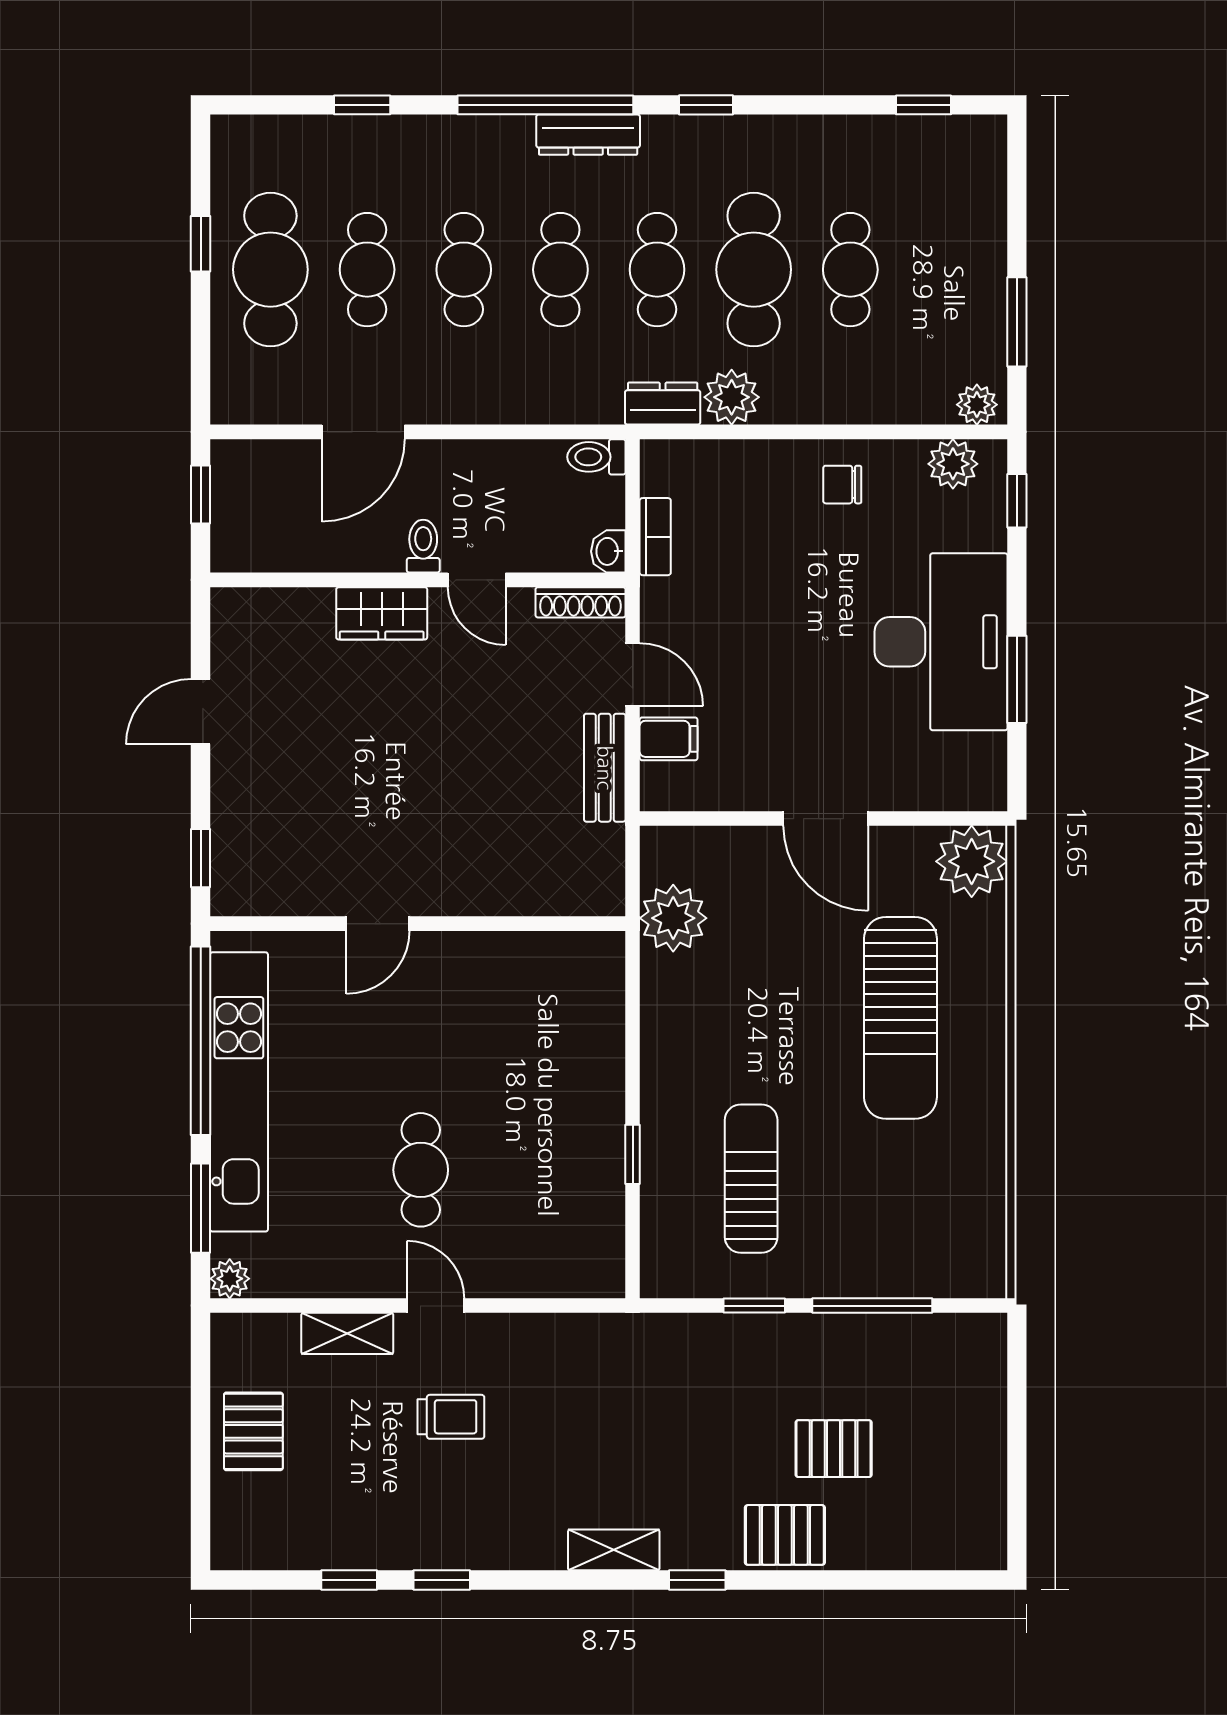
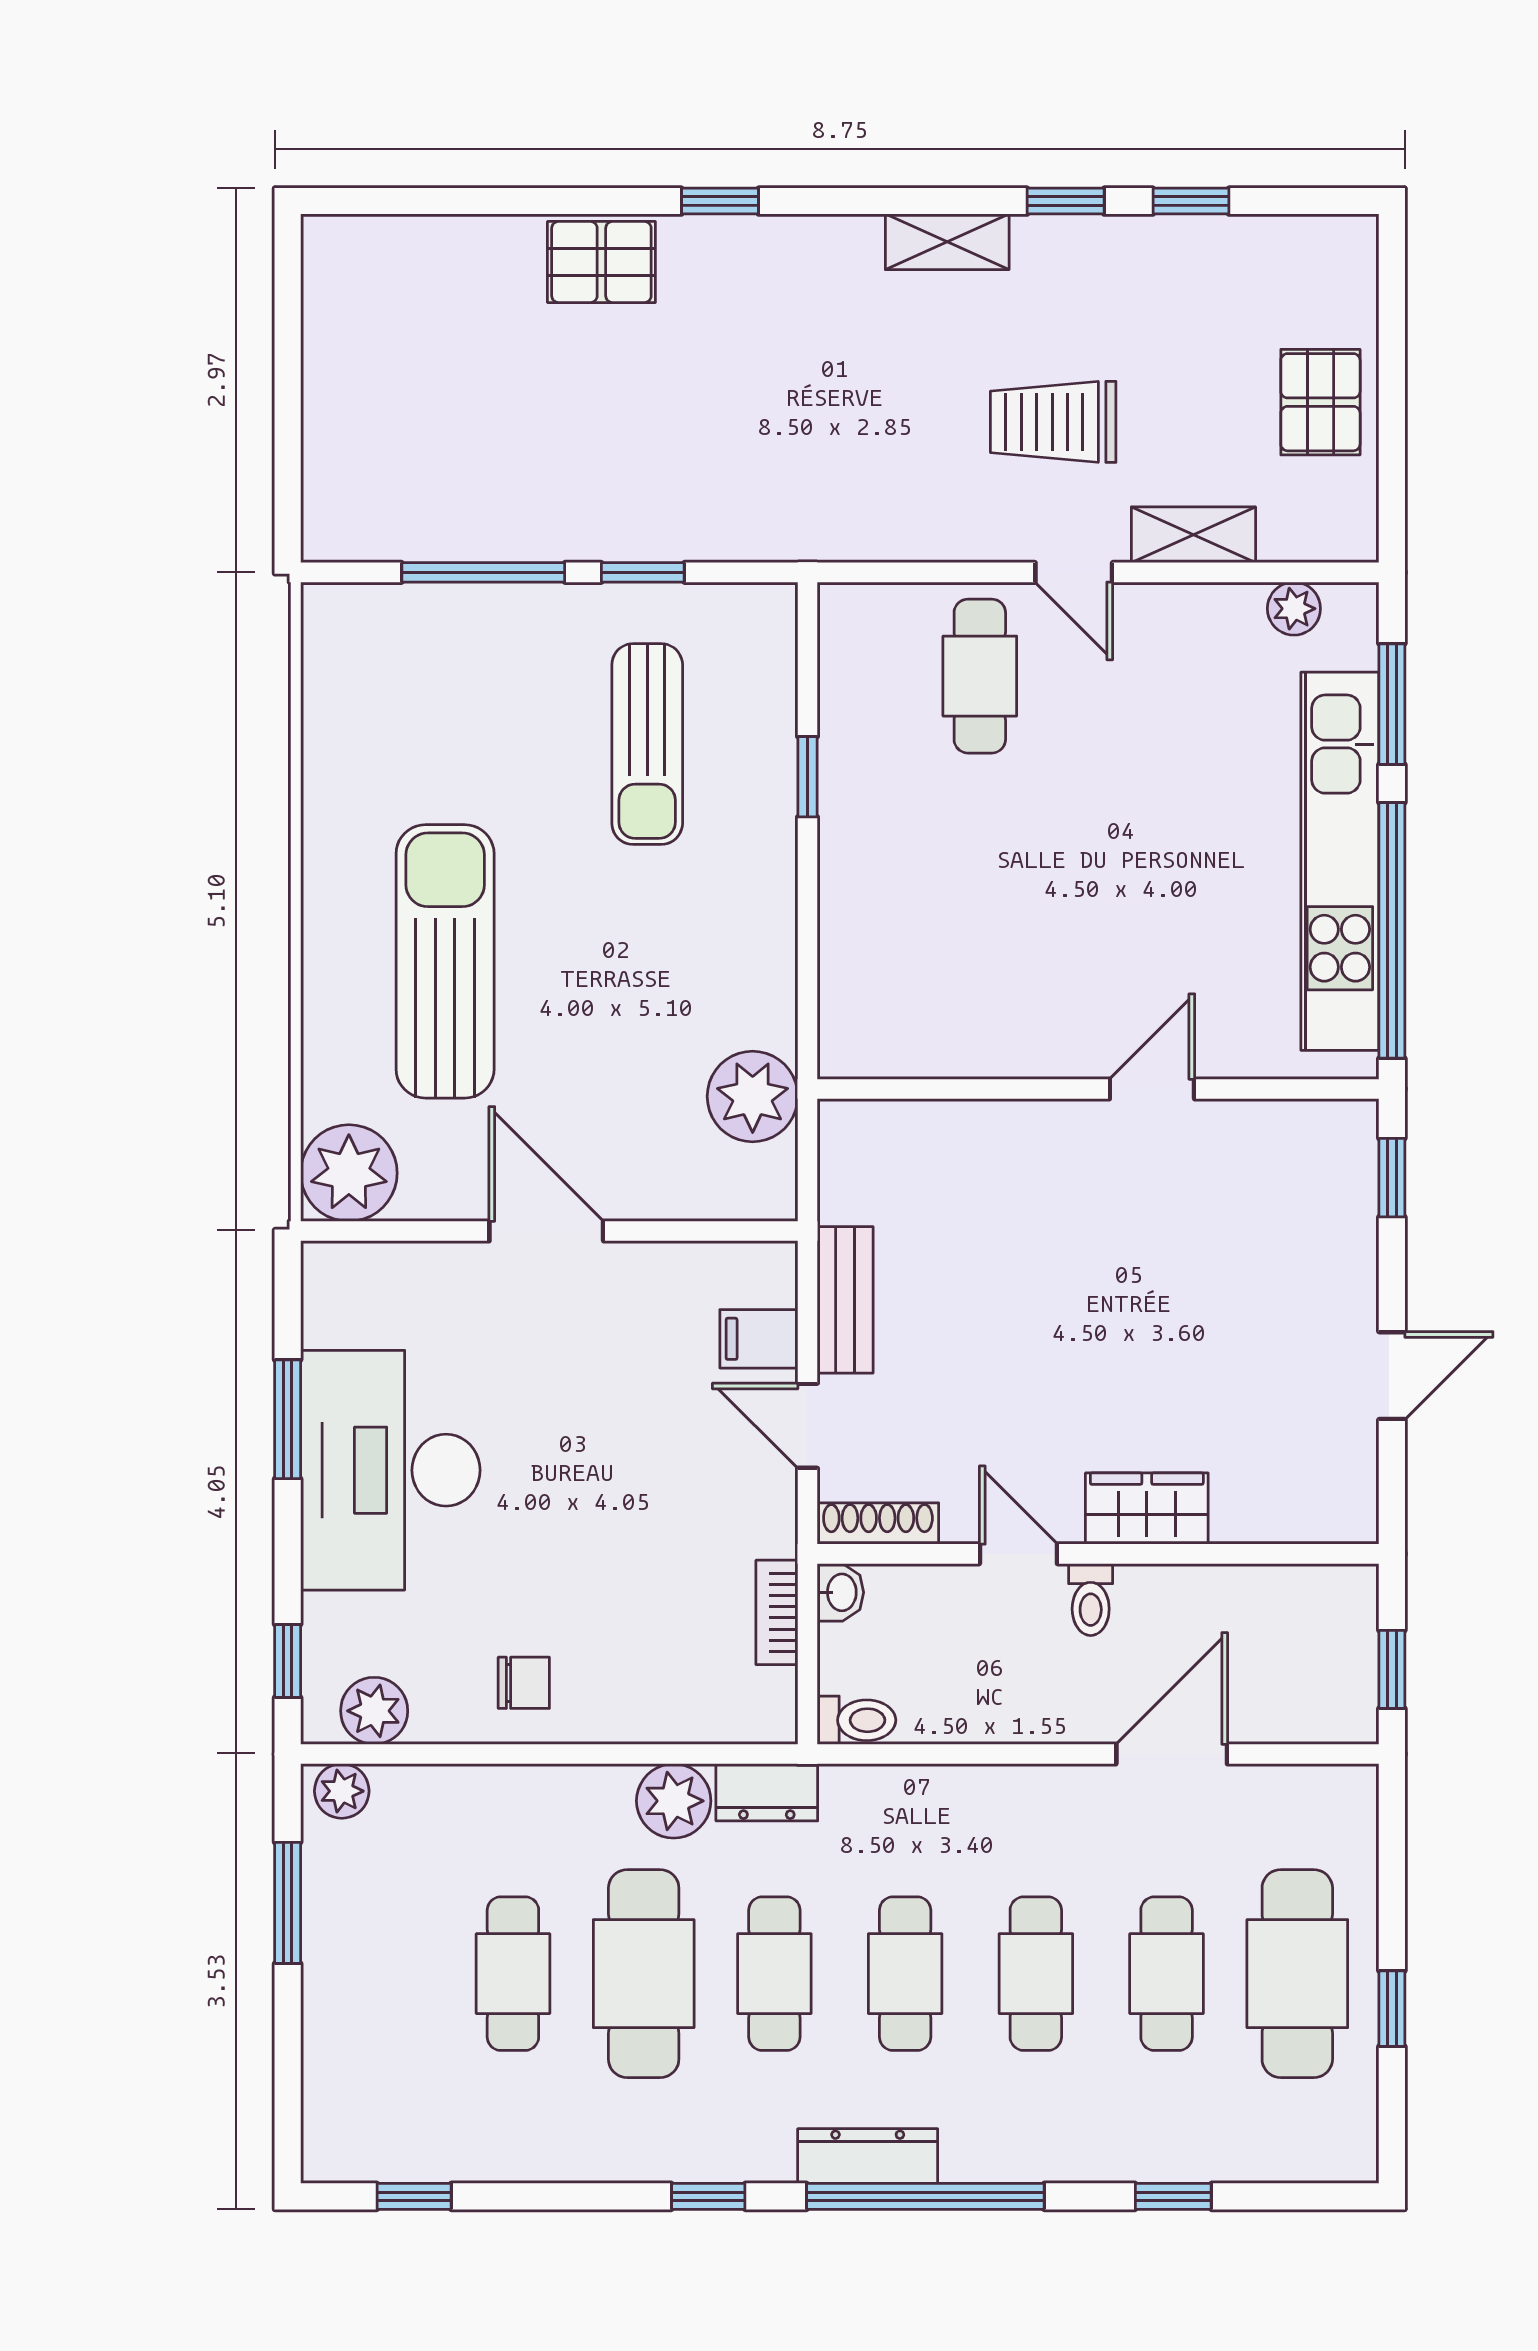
cafe table: (421, 1170) -> (980, 676), moved
plant: (230, 1279) -> (1294, 609), moved
trolley: (451, 1417) -> (1053, 422), width x1.36, depth x1.39
pallet: (834, 1449) -> (536, 379), removed
shelving: (614, 1550) -> (947, 242), moved

